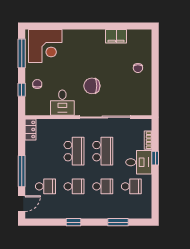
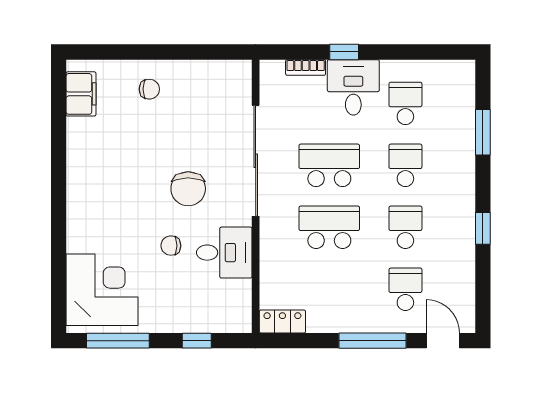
filing cabinet: (116, 36) -> (81, 94), moved
chair: (37, 84) -> (171, 246), moved

